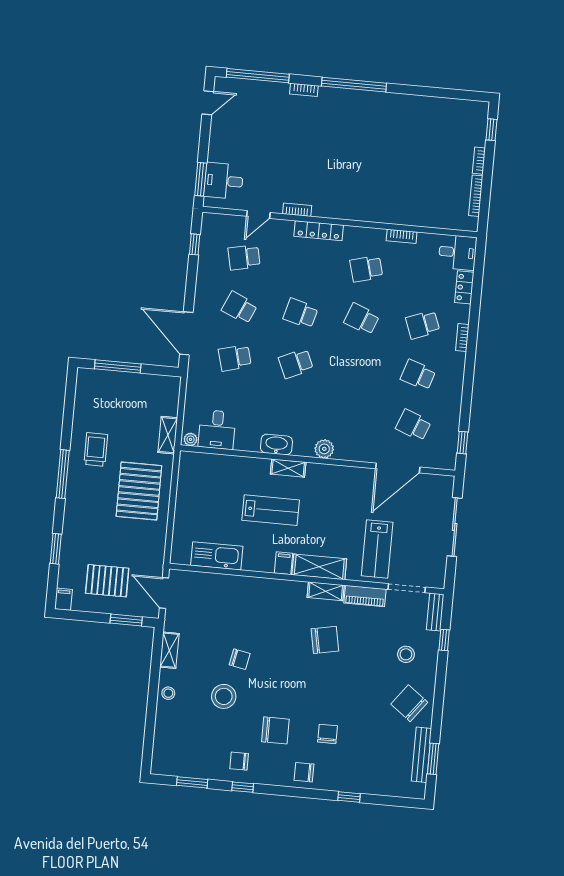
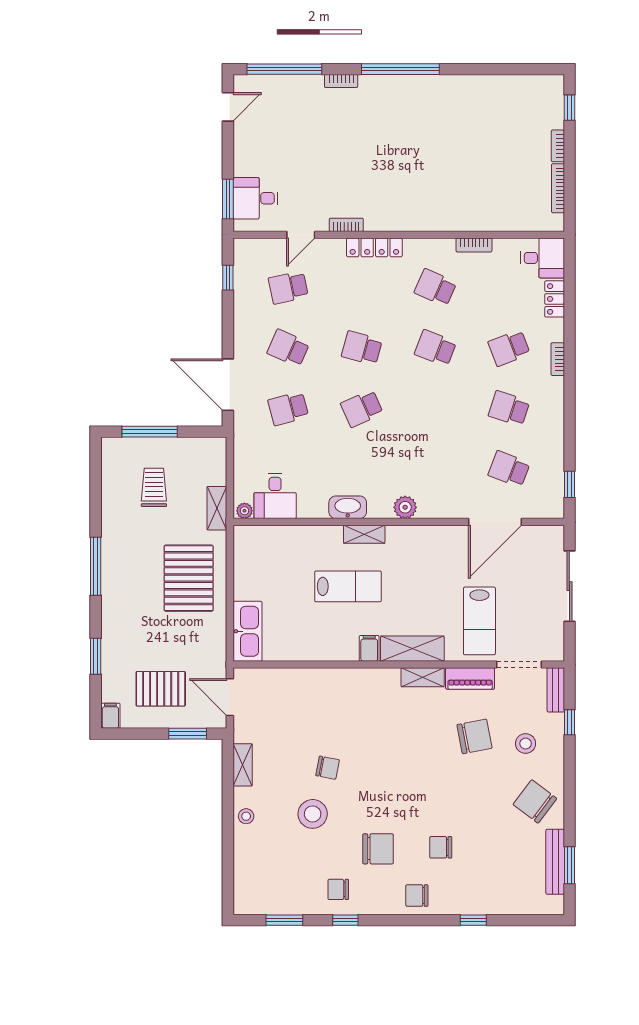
school desk: (366, 269) -> (435, 288), turned 39
trolley: (96, 449) -> (154, 487), moved
kitchen sink: (217, 556) -> (247, 631), moved, turned 90
chair: (325, 640) -> (474, 736), moved
chair: (328, 734) -> (441, 847), turned -90

